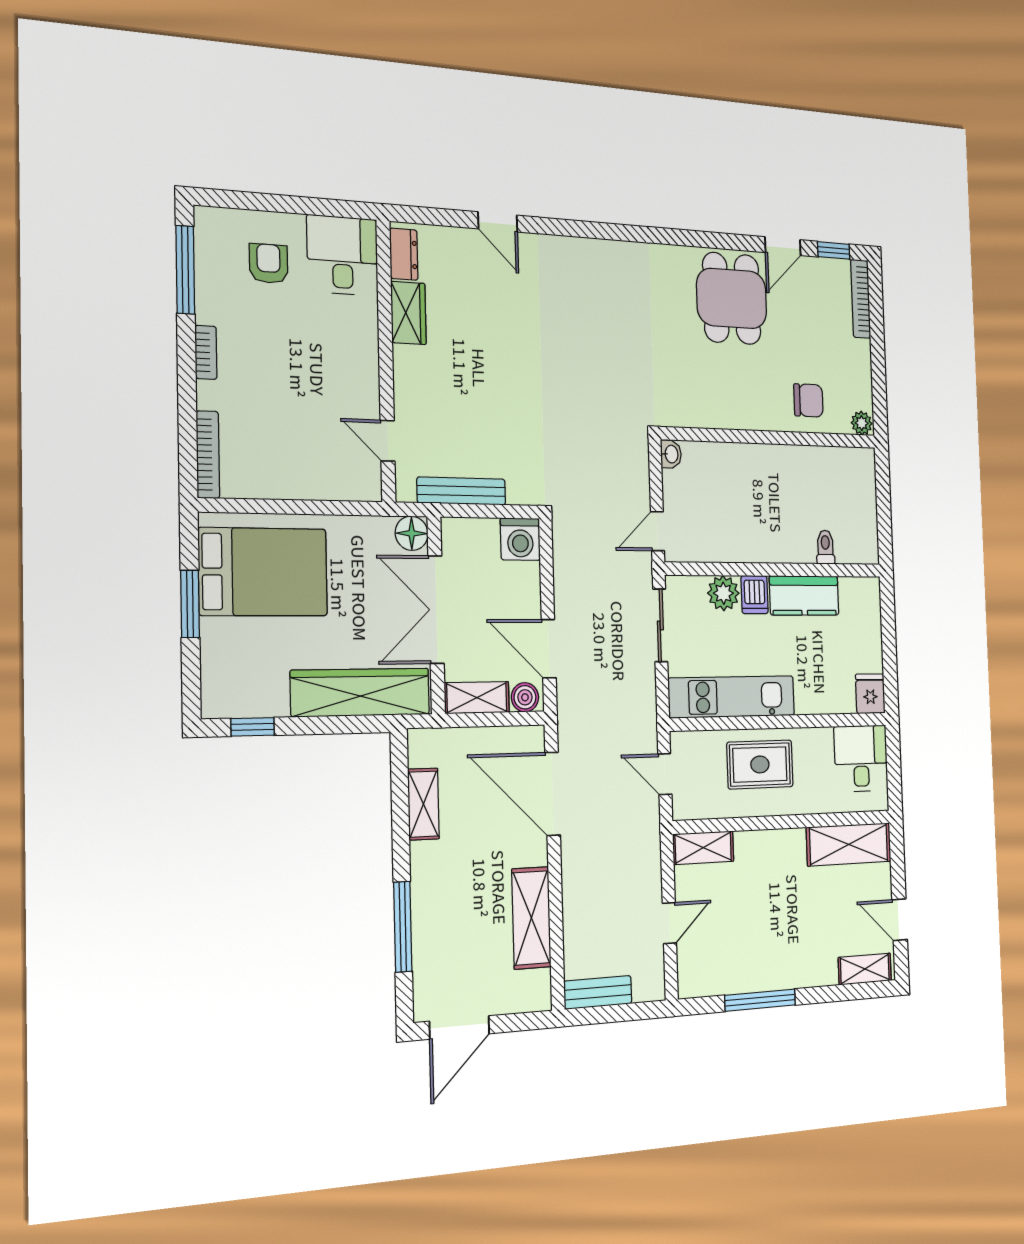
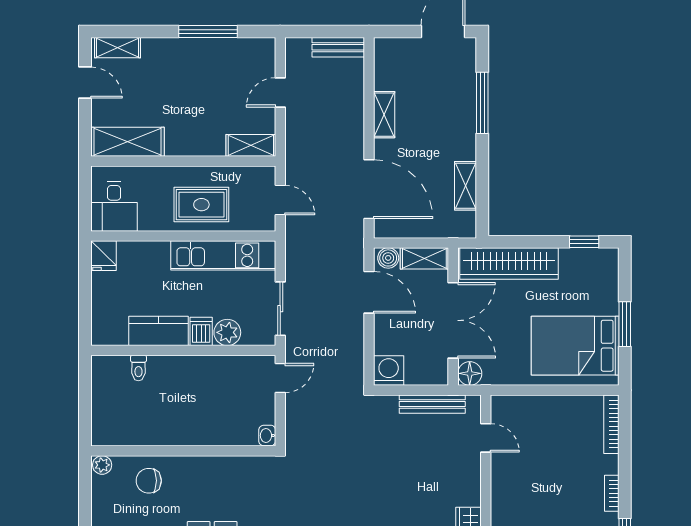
shelving: (531, 918) -> (384, 115), width x0.67, depth x0.75

